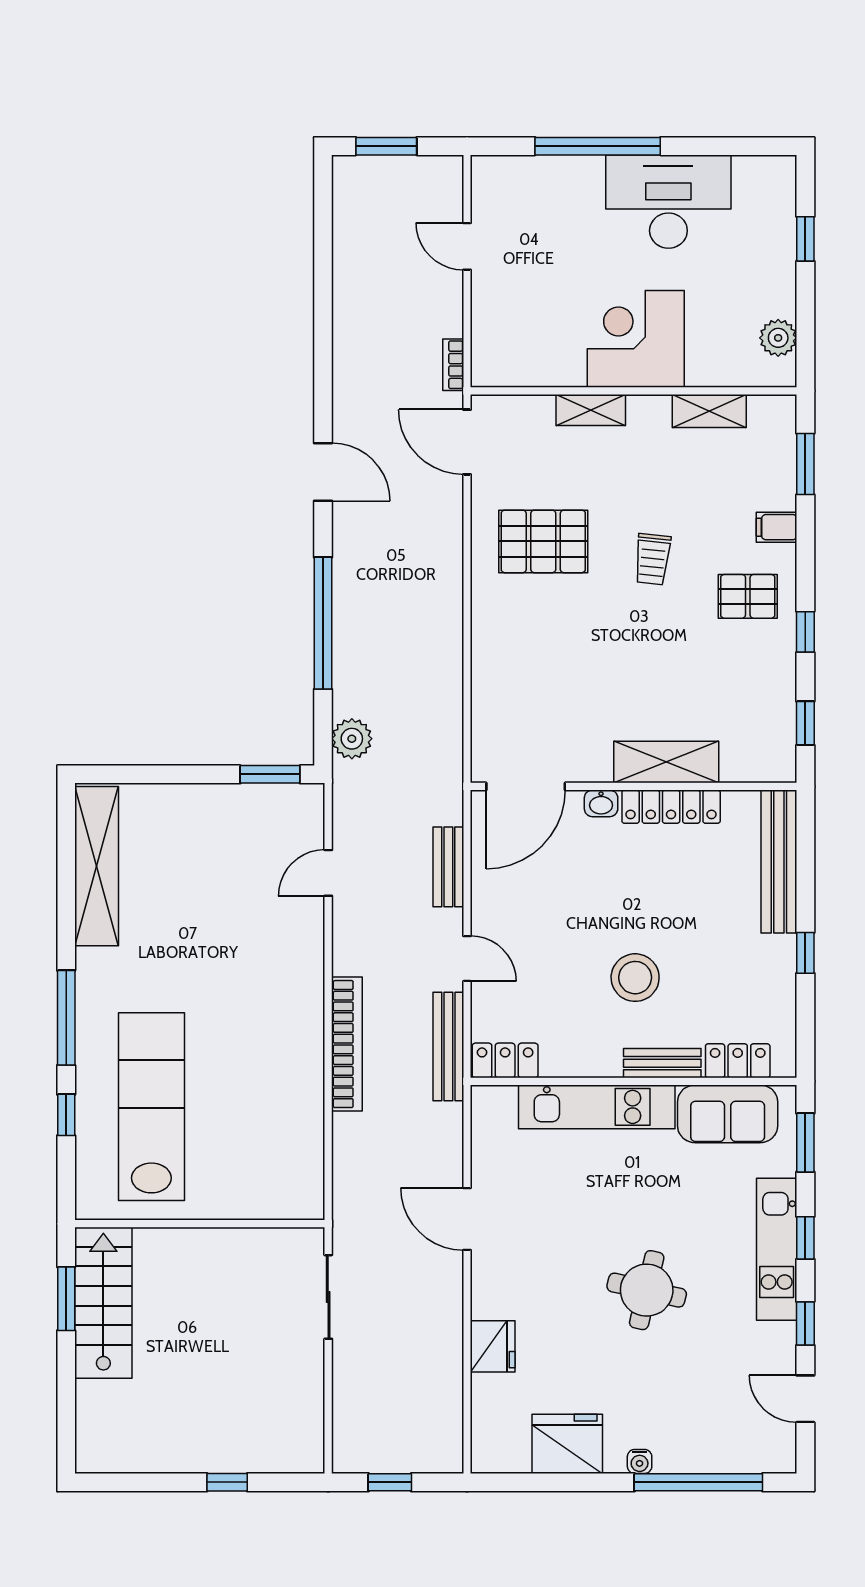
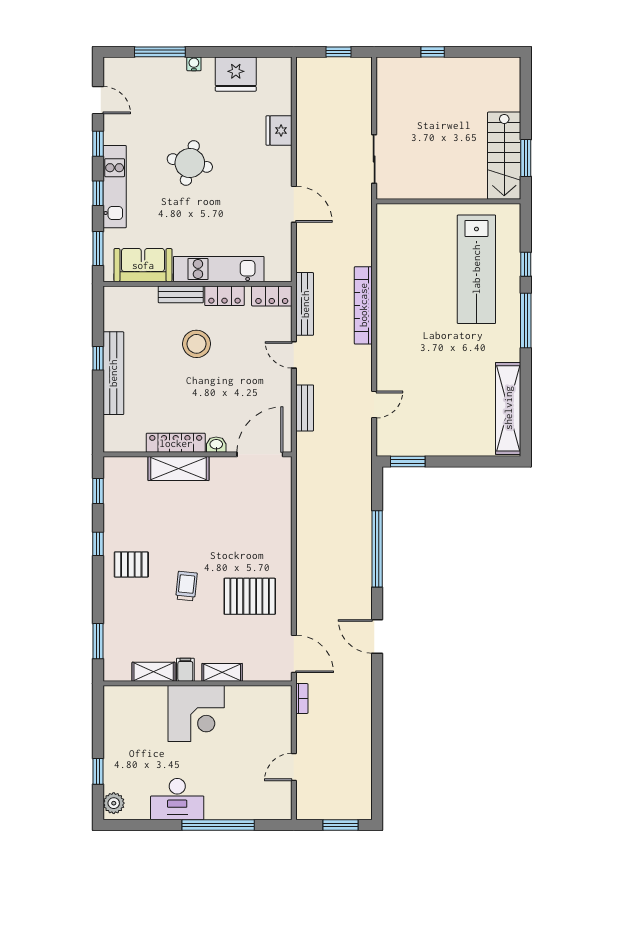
desk: (668, 202) -> (177, 799), width x0.73, depth x0.77
door: (467, 246) -> (294, 767), swing flipped
plant: (778, 338) -> (114, 803), moved
filing cabinet: (776, 527) -> (185, 670), moved, turned -90
plant: (352, 739) -> (360, 482), removed
bench: (779, 862) -> (113, 373), moved
locker: (738, 1061) -> (224, 296), moved
window: (698, 1482) -> (160, 52), width x0.68

